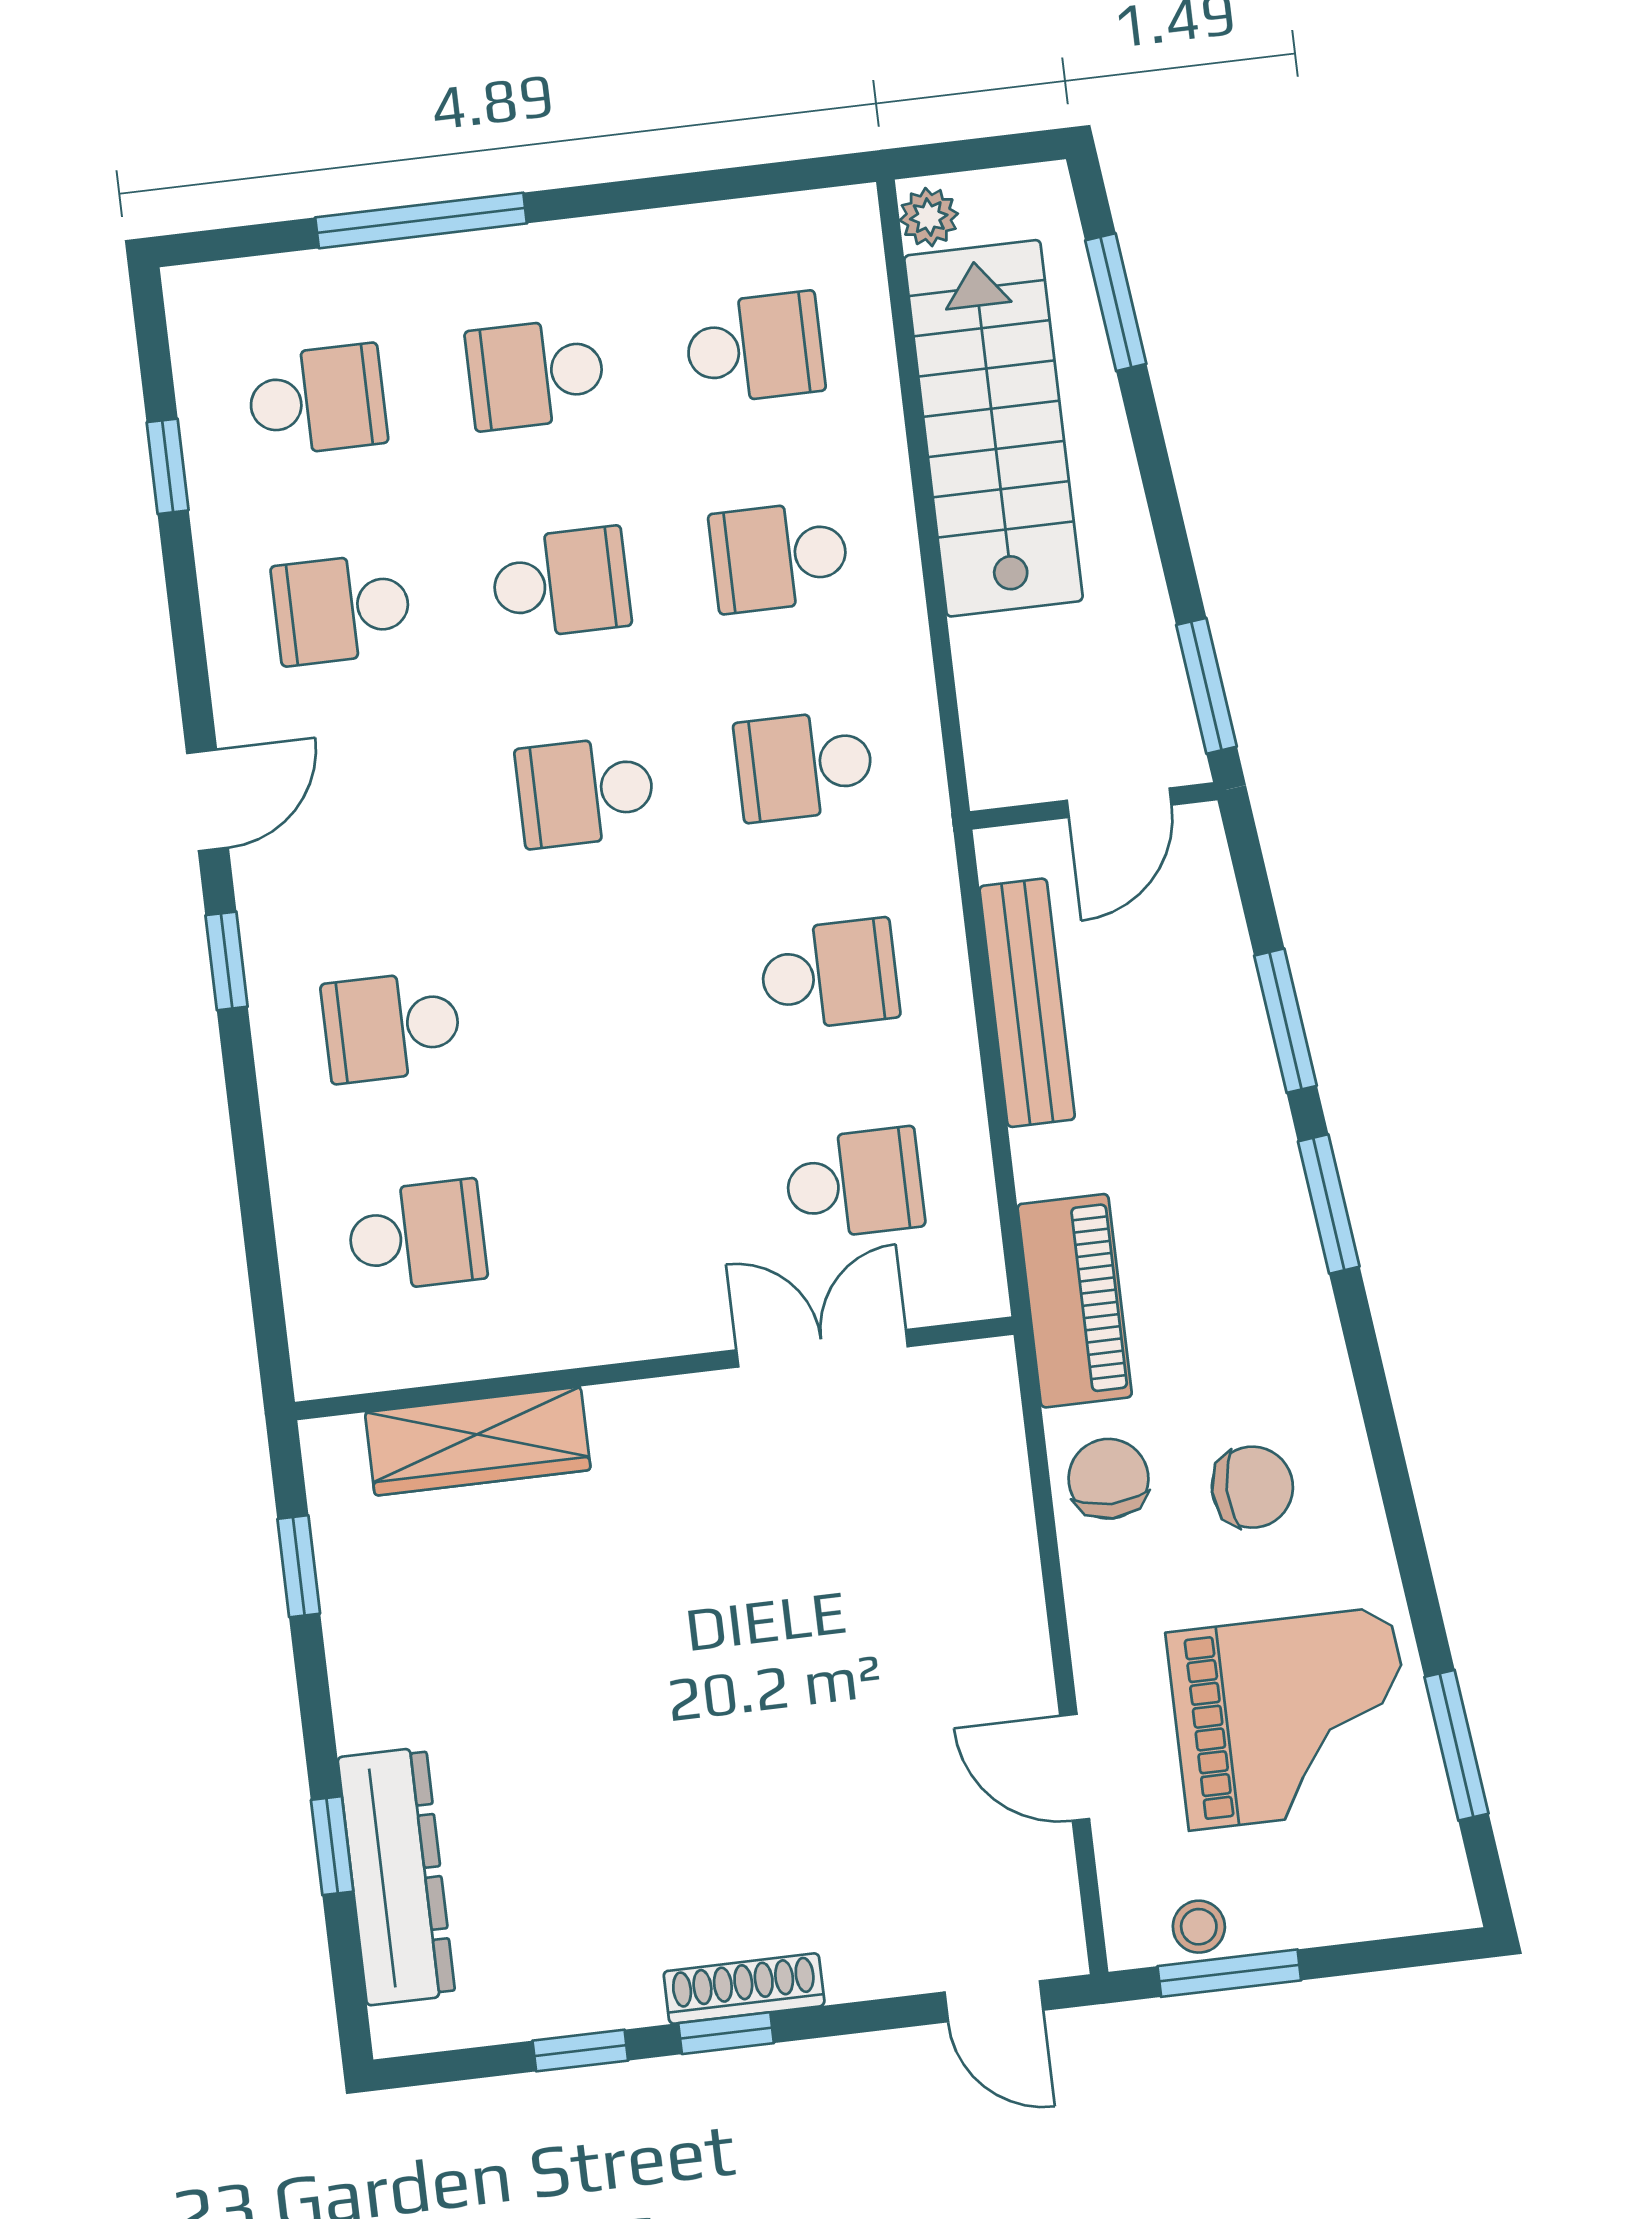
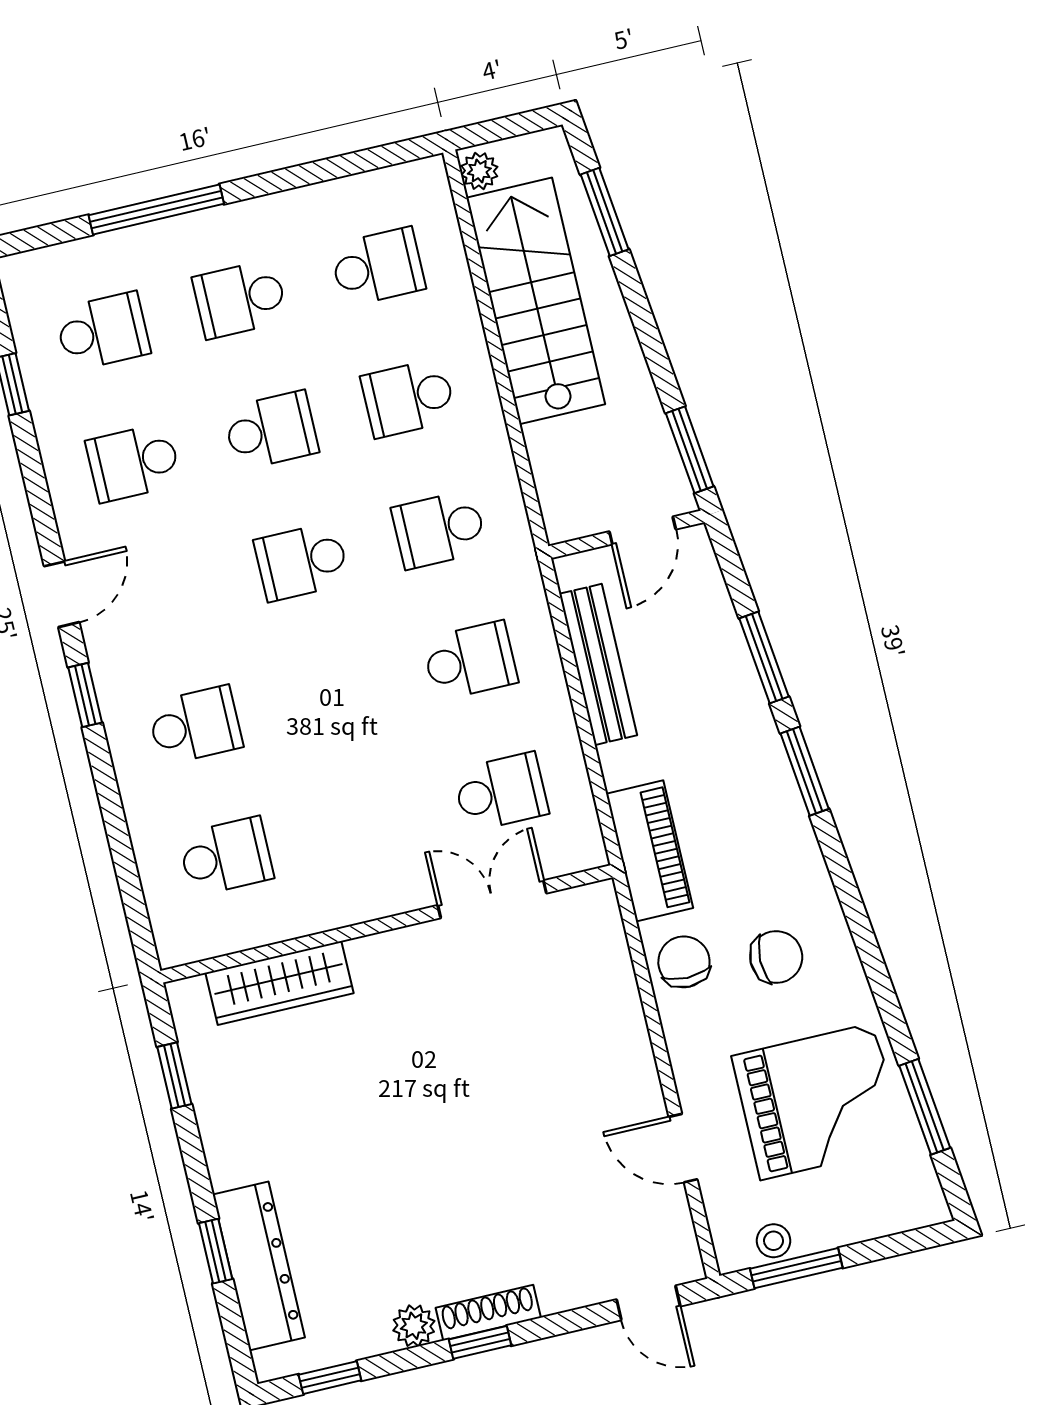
school desk: (392, 1027) -> (195, 725), turned 180
plant: (626, 1996) -> (414, 1326), added
window: (580, 2051) -> (330, 1378), moved

